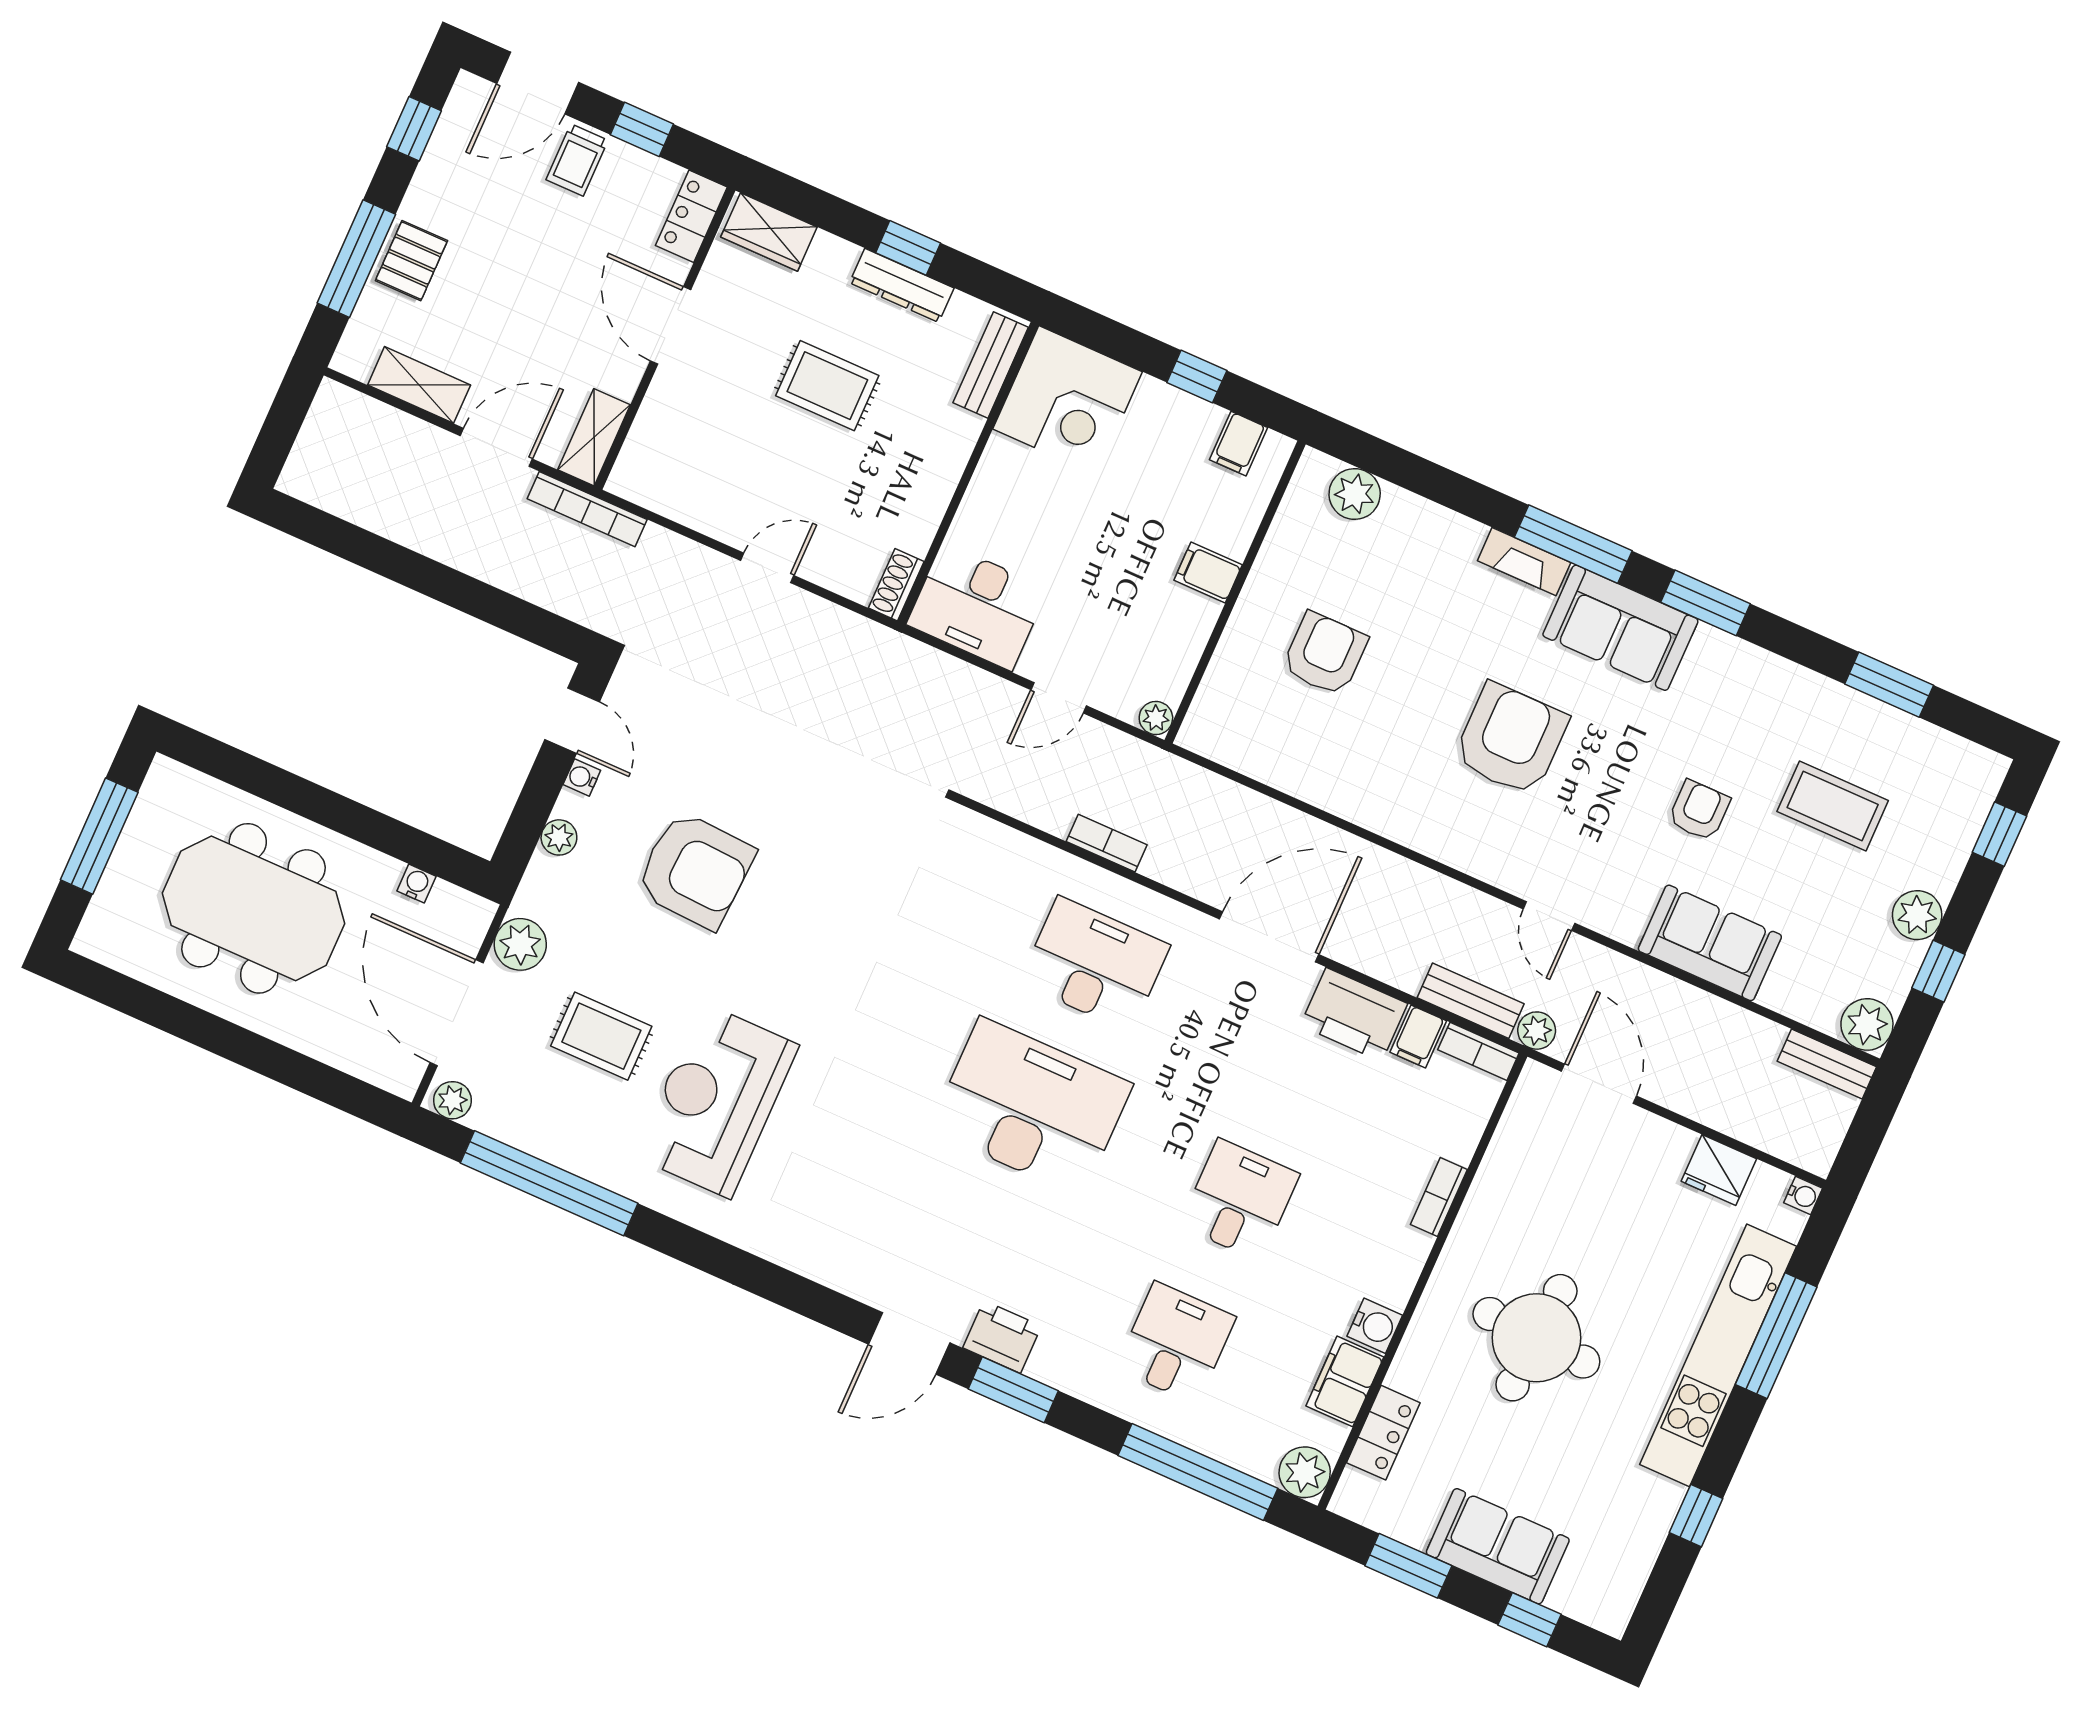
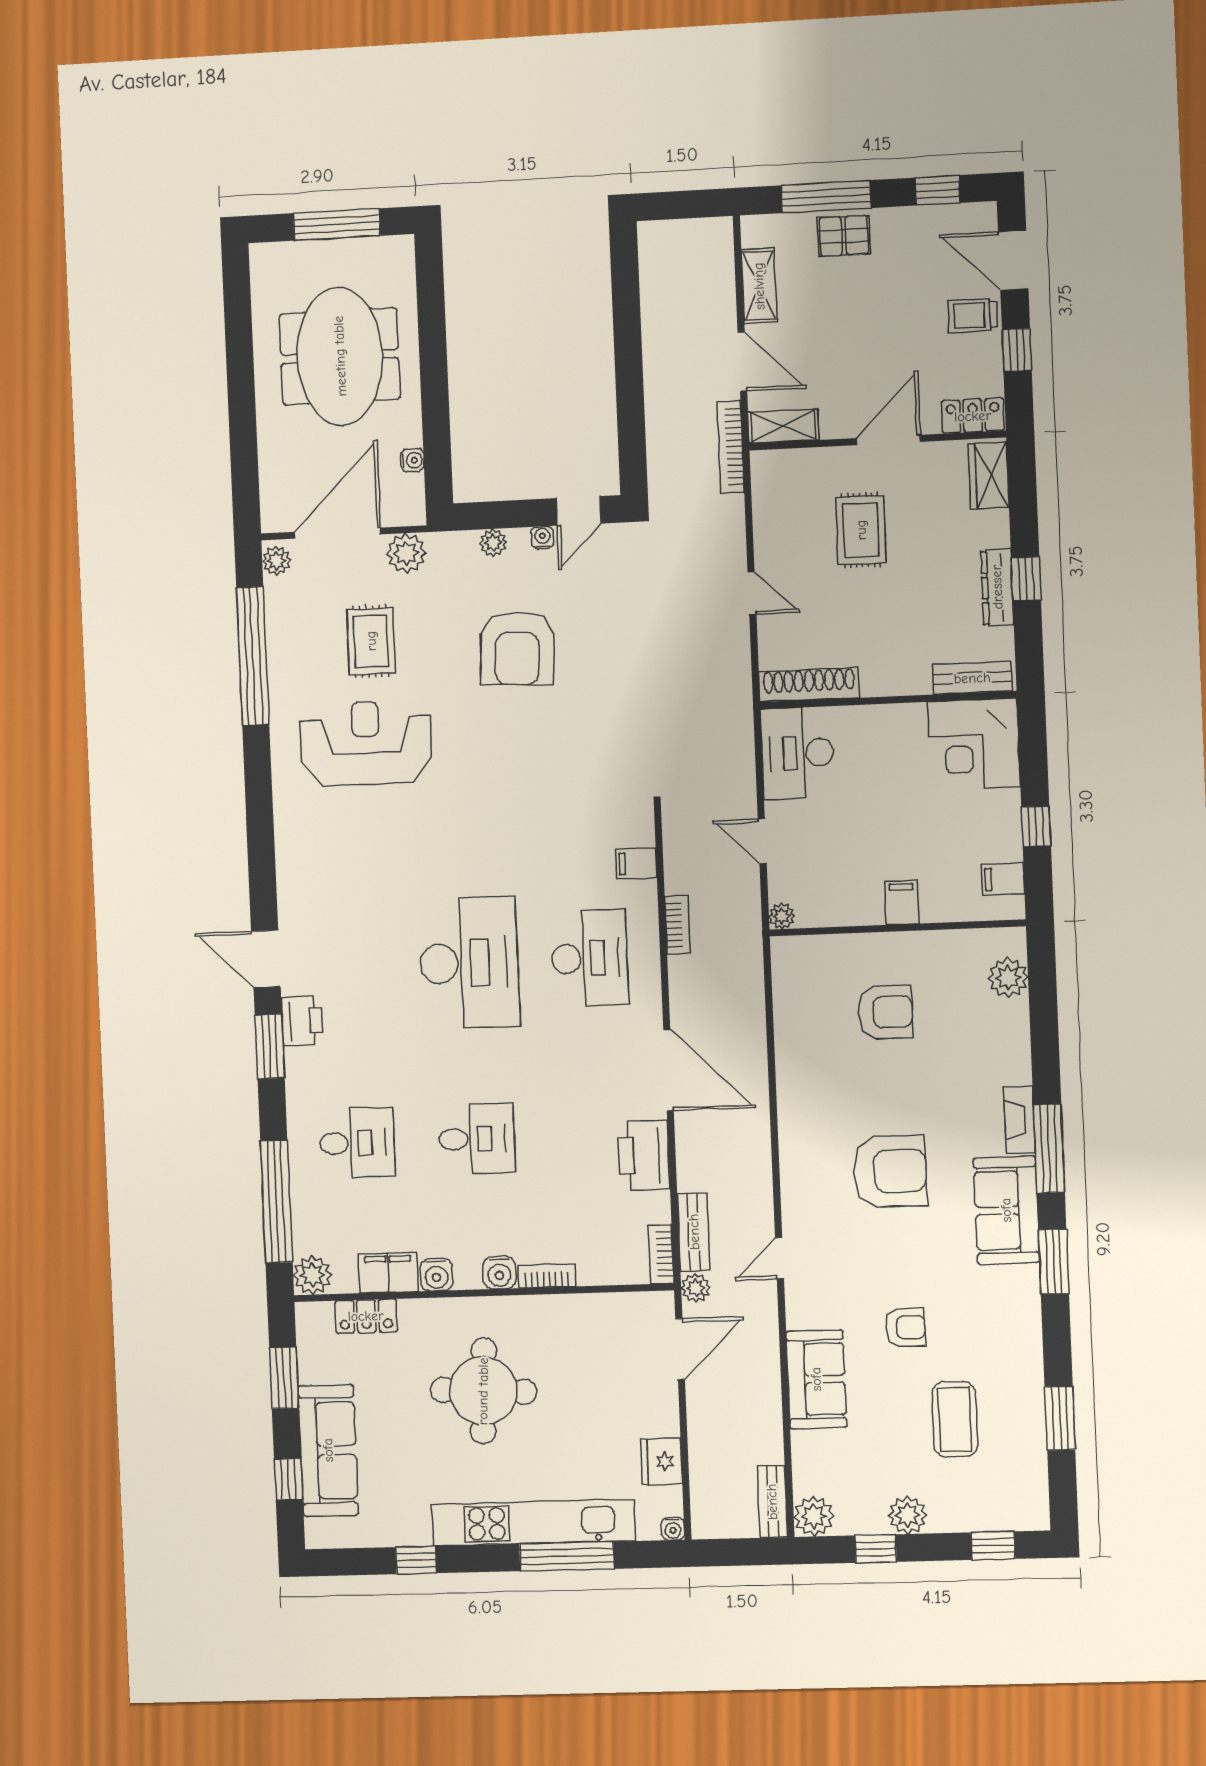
rug: (827, 386) -> (861, 530), moved
shoe rack: (896, 585) -> (809, 685), width x1.94, depth x1.24
filing cabinet: (1418, 1036) -> (636, 863), moved
water cooler: (1408, 1251) -> (499, 1273), added
sofa: (1498, 1546) -> (328, 1450), width x1.36

